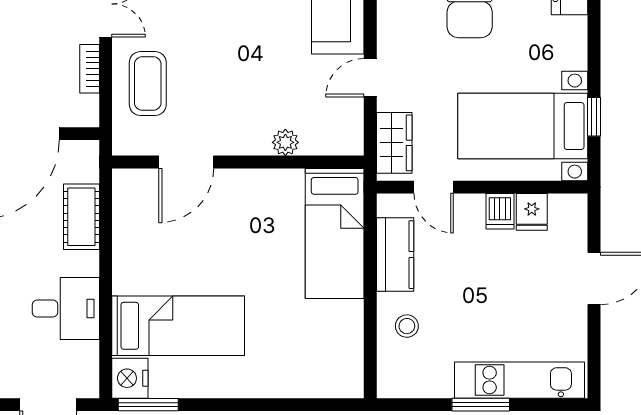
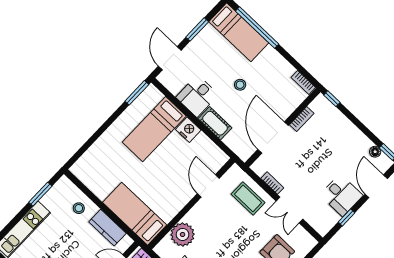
plant: (285, 142) -> (183, 234), width x1.87, depth x1.87
cot: (81, 217) -> (215, 123), moved
nightstand: (130, 378) -> (188, 130), moved
window: (481, 405) -> (40, 194), moved

